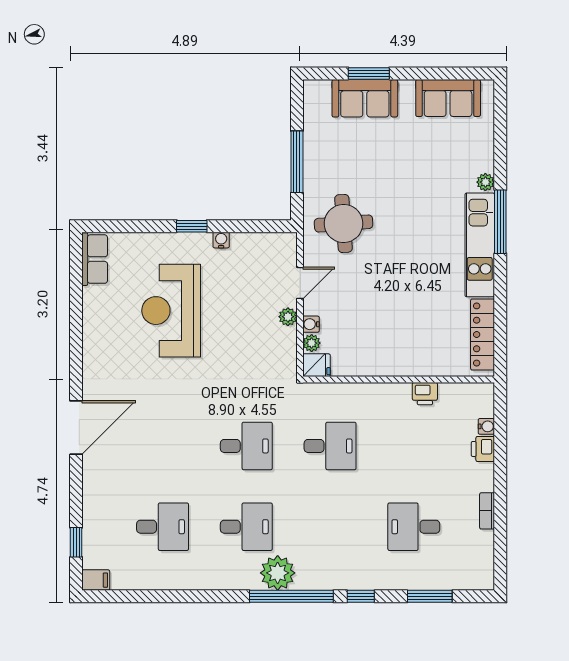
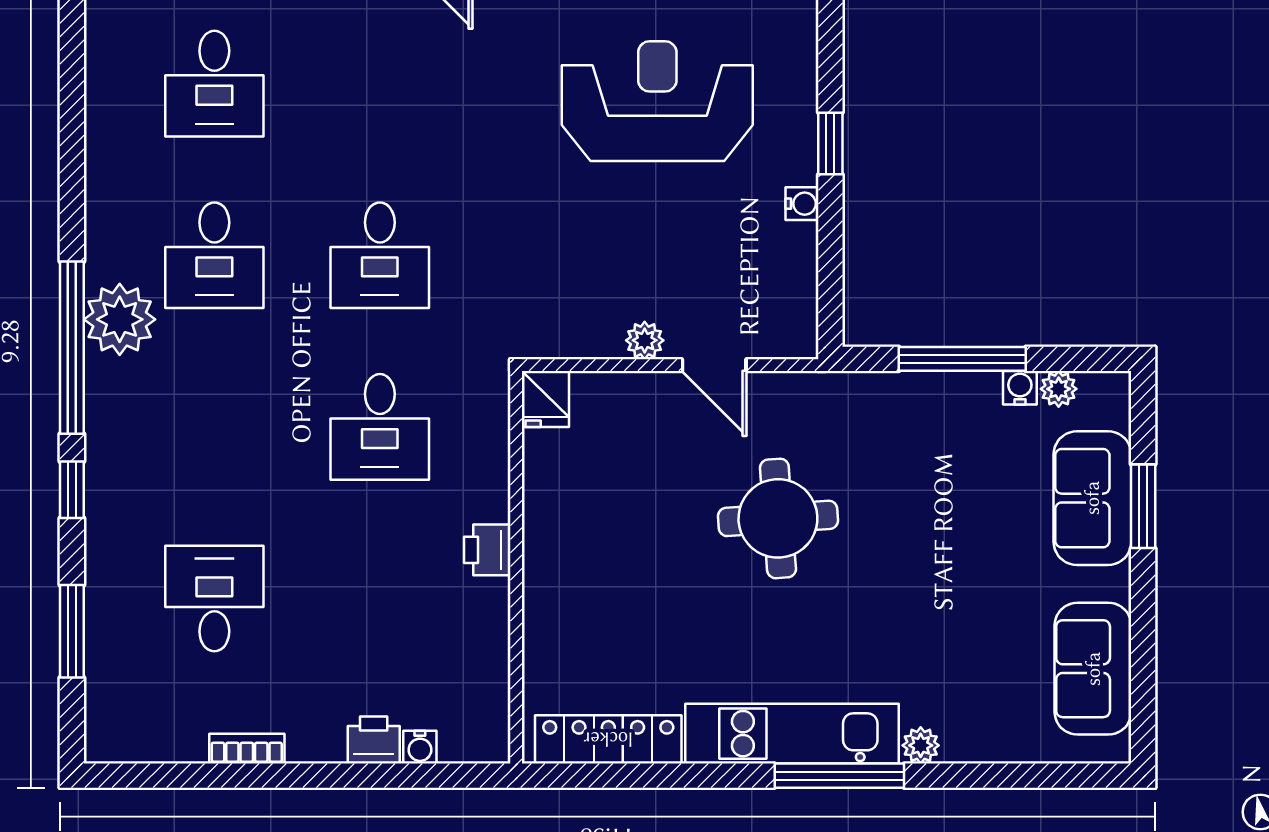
round table: (344, 223) -> (778, 518), moved
water cooler: (311, 324) -> (1020, 388), moved
plant: (312, 343) -> (1059, 389), moved
printer: (425, 394) -> (487, 550), moved

